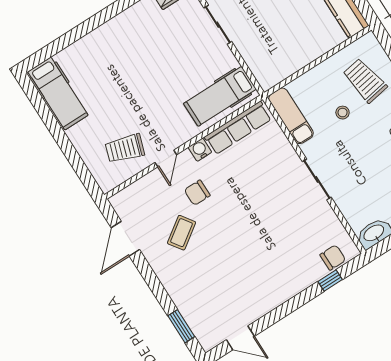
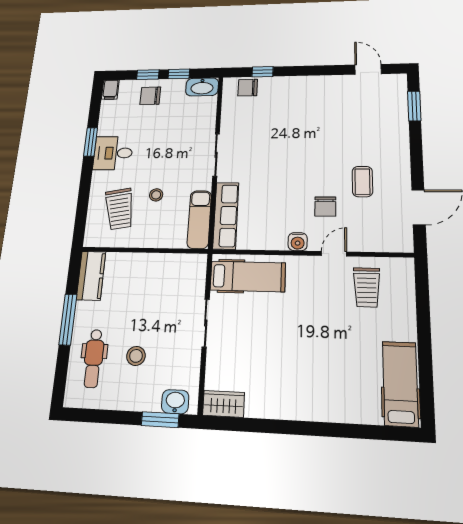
sliding door: (218, 25) -> (206, 323), moved
row of seats: (238, 128) -> (226, 215), moved, turned 90
trolley: (125, 148) -> (367, 287), turned 72
chair: (197, 193) -> (325, 207), turned 90
coffee table: (182, 233) -> (362, 182), turned -55

